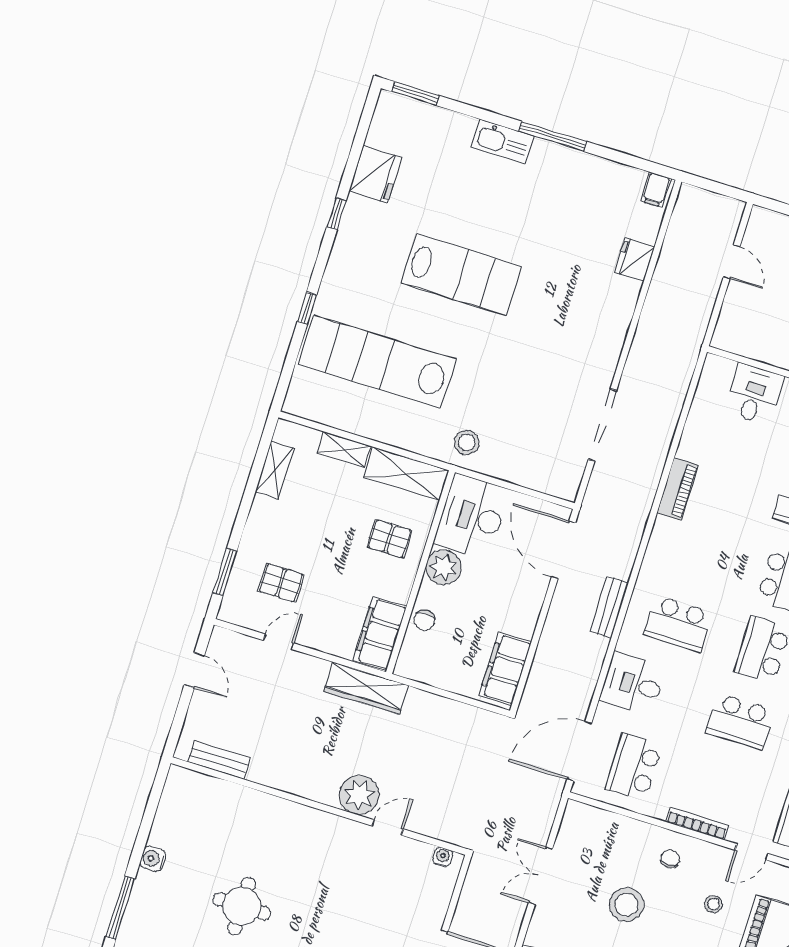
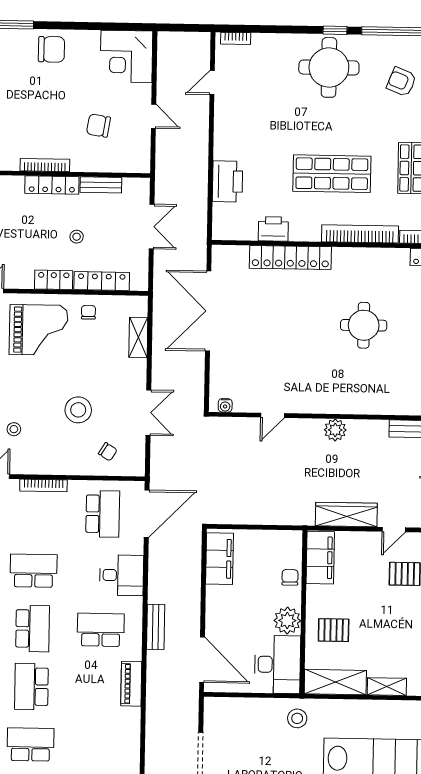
piano: (678, 489) -> (131, 684), moved
wardrobe: (366, 688) -> (346, 515), moved
plant: (359, 795) -> (335, 430), moved, width x0.73, depth x0.73
chair: (670, 859) -> (108, 452), moved, turned -58

